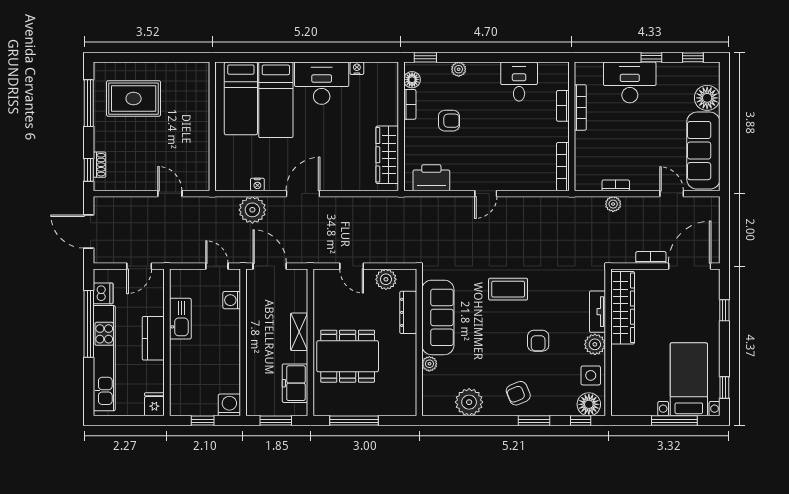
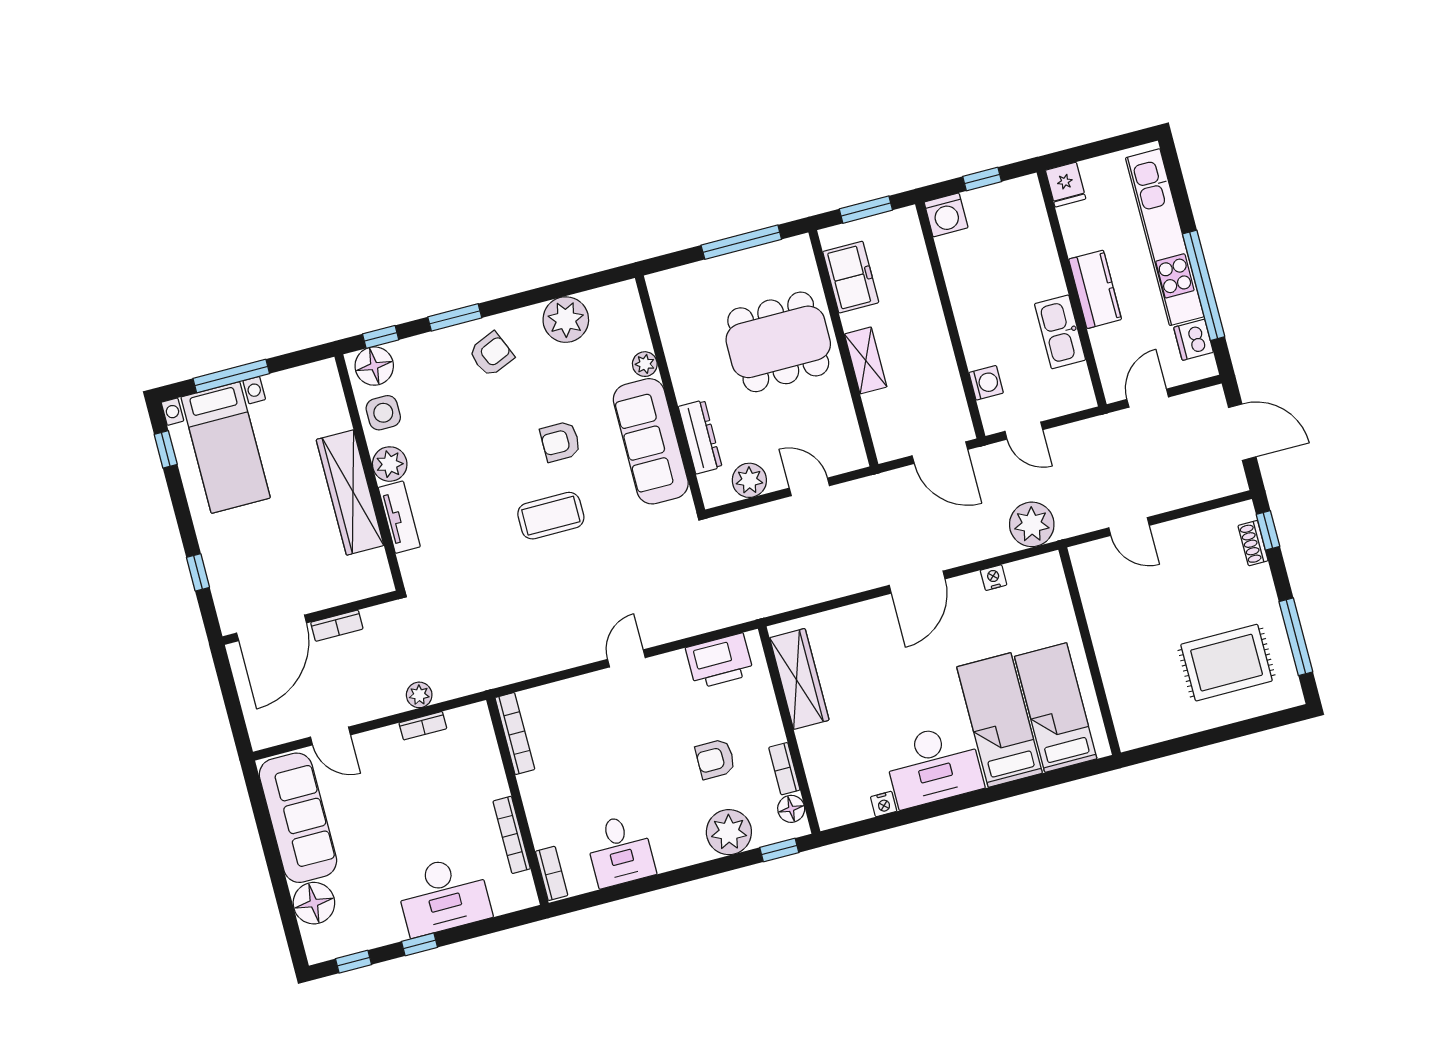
plant: (459, 69) -> (729, 832), width x1.87, depth x1.87
bookcase: (563, 106) -> (552, 873), moved
plant: (252, 210) -> (1032, 524), moved
wardrobe: (623, 308) -> (350, 493), moved
armchair: (538, 341) -> (560, 442), moved, turned -90

